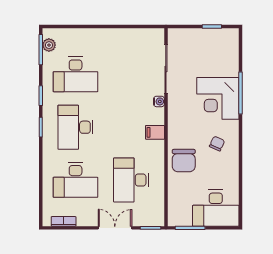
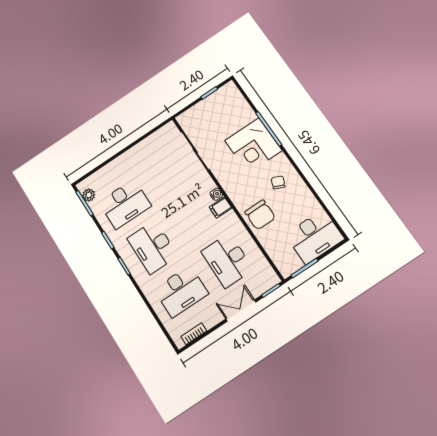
water cooler: (159, 101) -> (216, 194), moved

